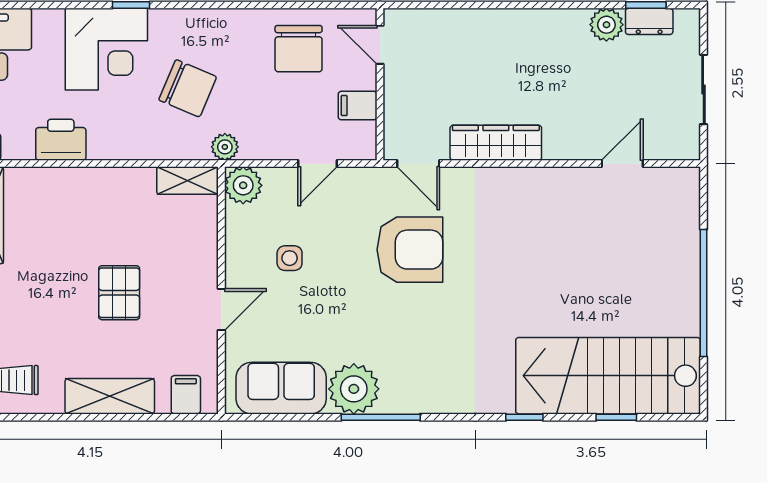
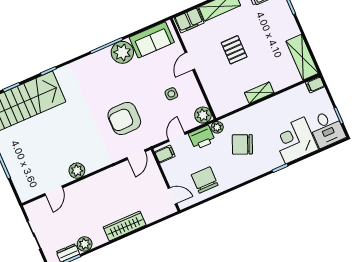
corner desk: (106, 49) -> (295, 140), moved
filing cabinet: (358, 106) -> (165, 154), moved
printer: (61, 140) -> (202, 137), moved
wardrobe: (496, 143) -> (125, 226), moved, turned 180
door: (418, 164) -> (136, 155), swing flipped
shelving: (188, 181) -> (259, 93), moved
plant: (556, 184) -> (77, 171), added
filing cabinet: (186, 395) -> (189, 20), width x2.00

